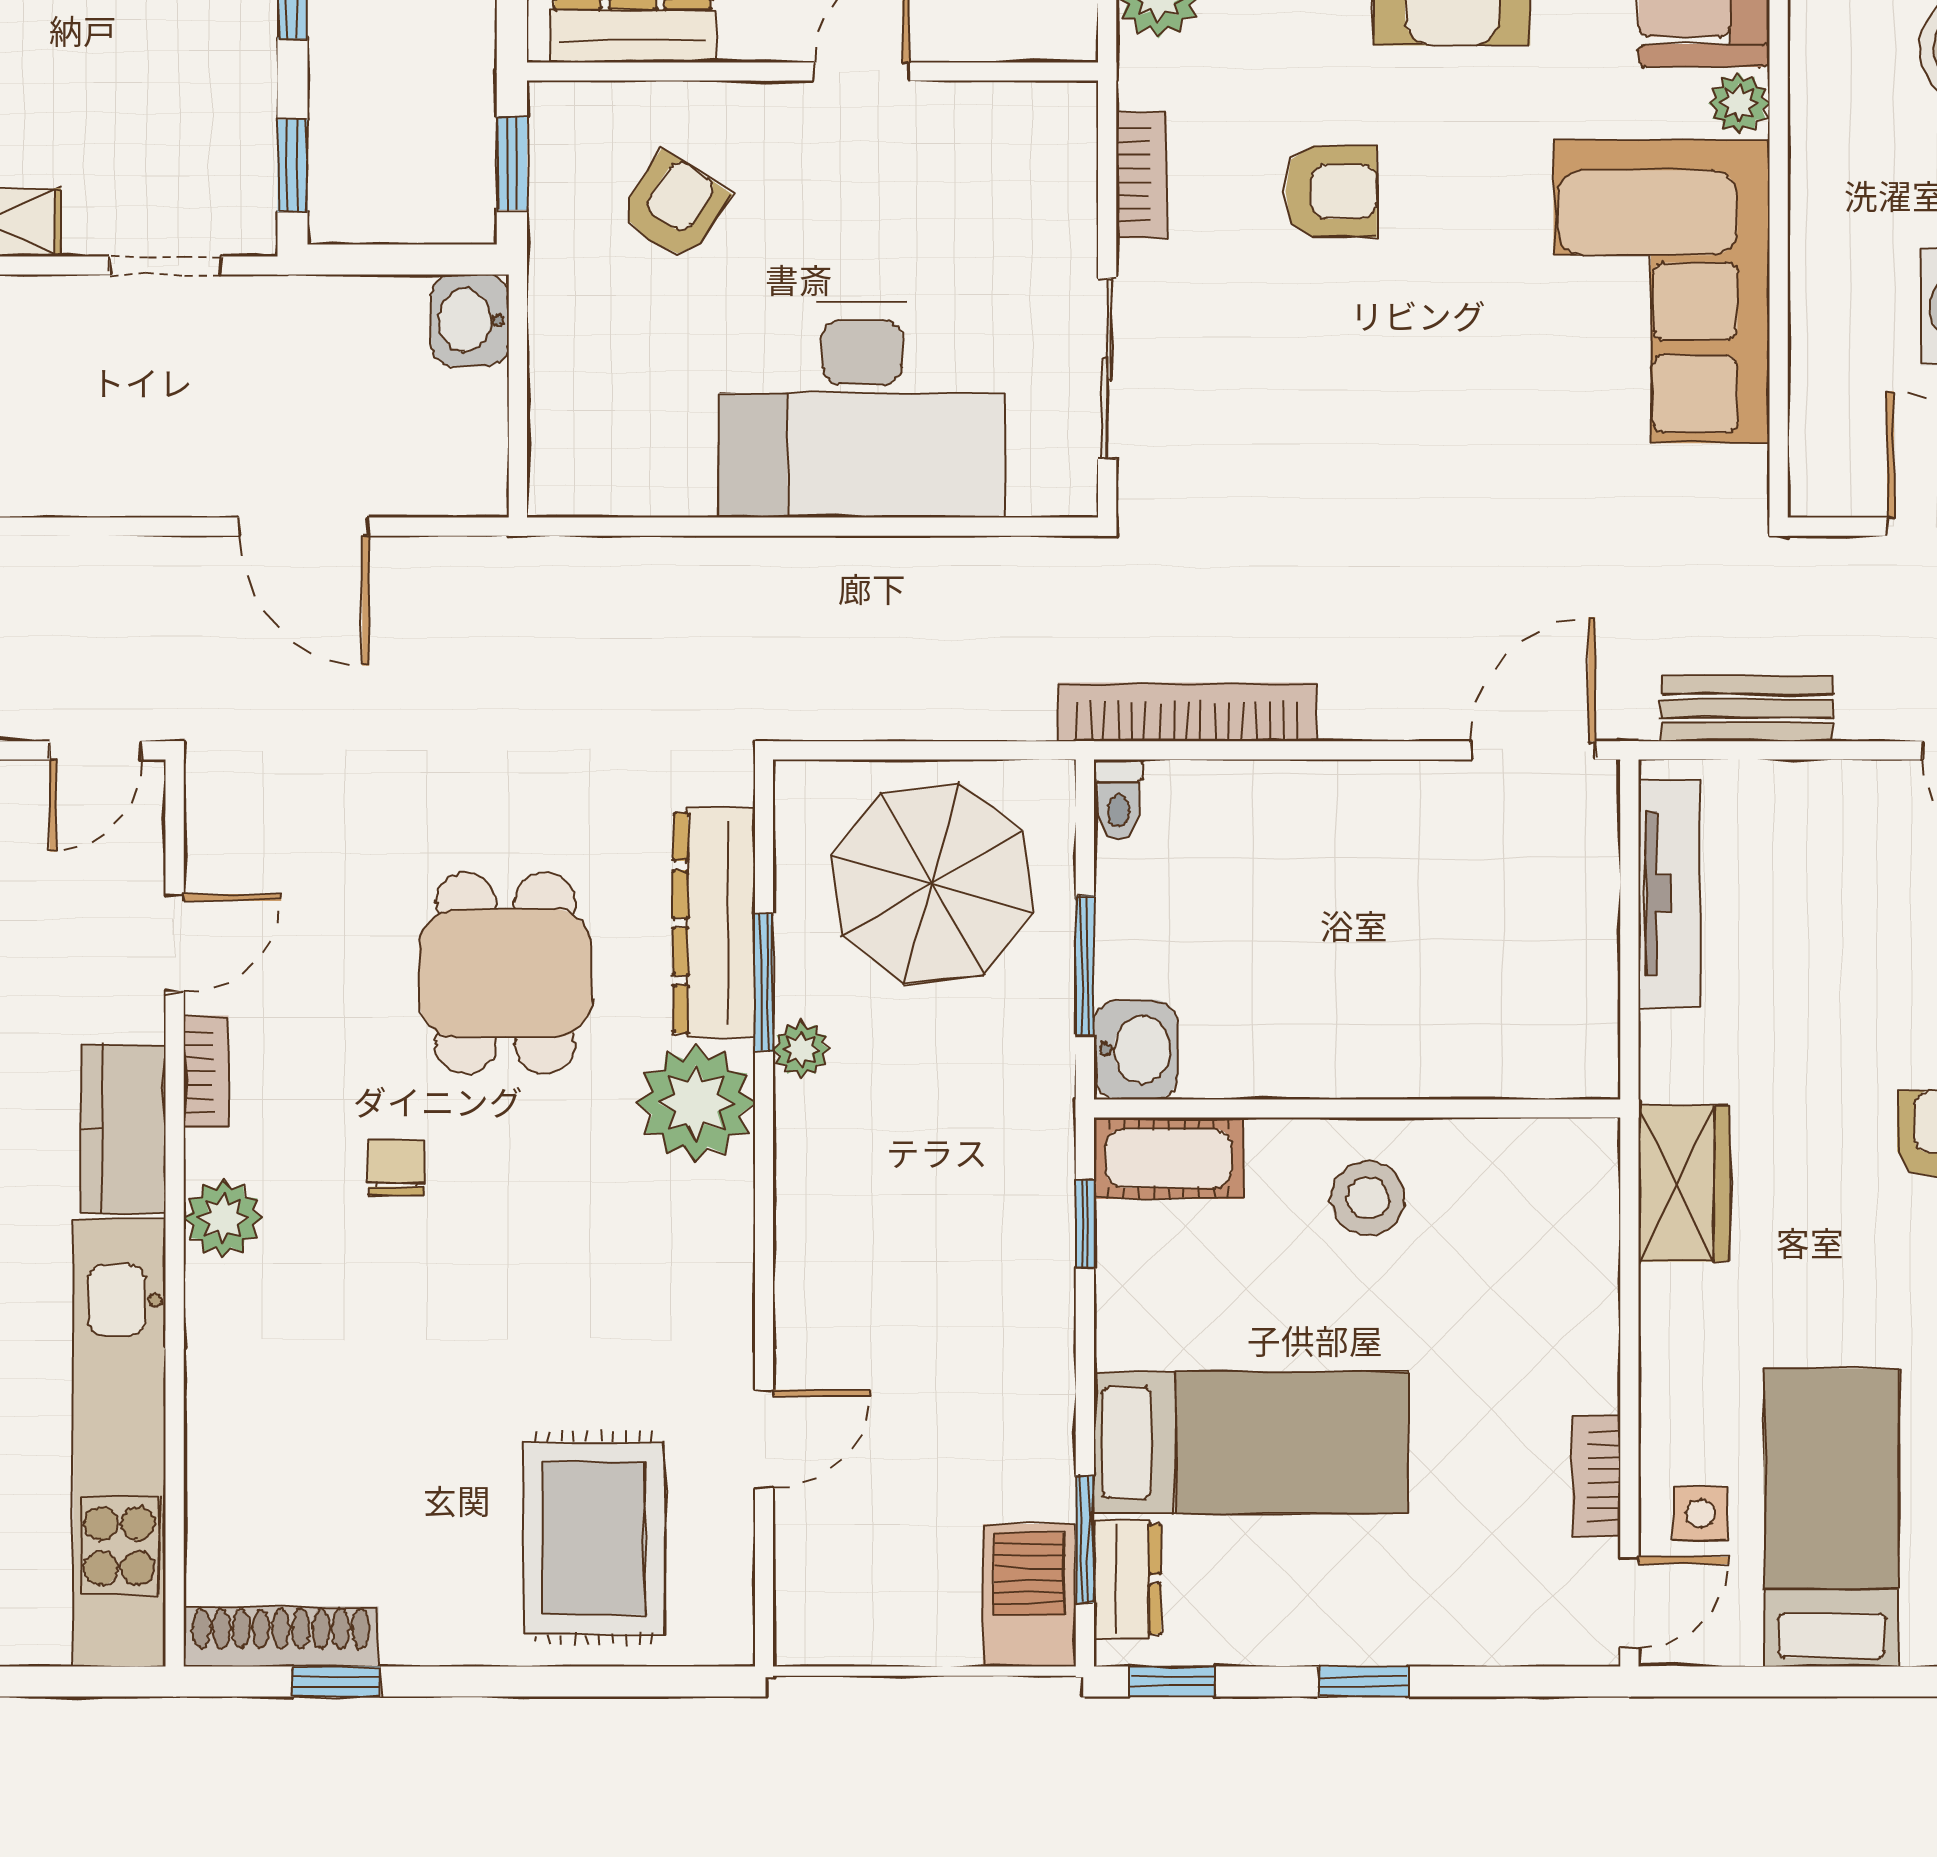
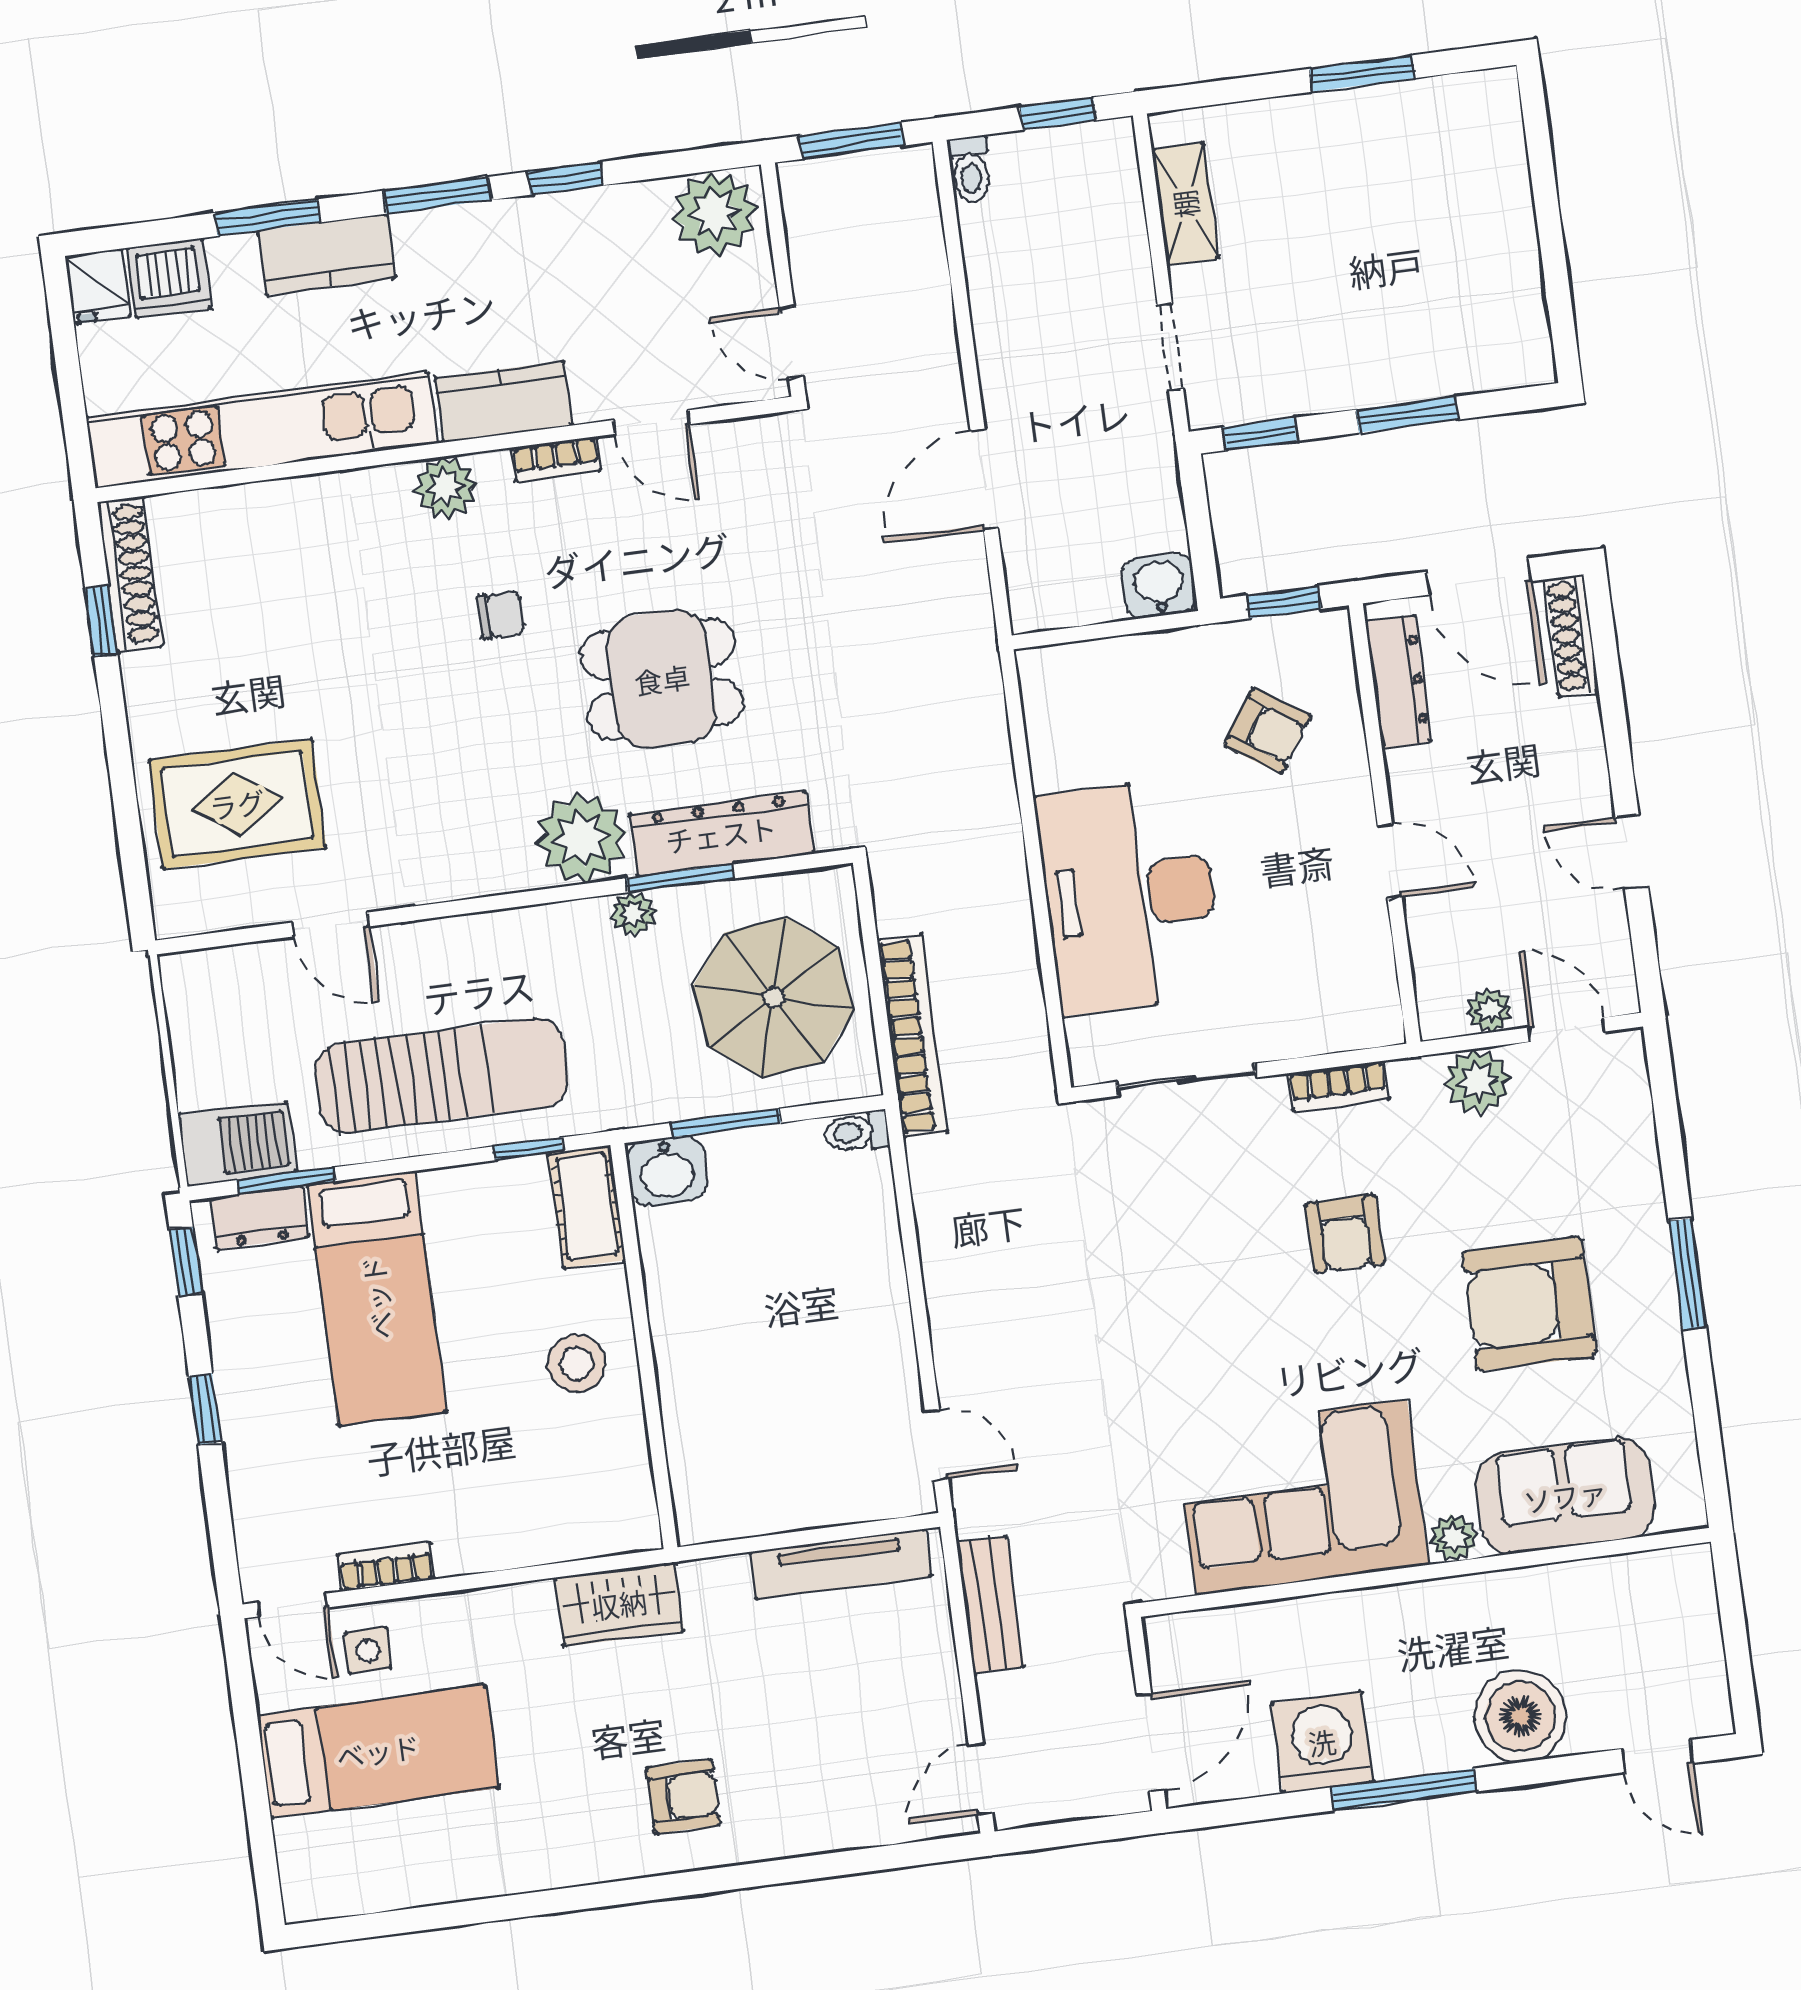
bookcase: (1187, 712) -> (913, 1036), moved
door: (1533, 750) -> (936, 1445), width x0.73
sun lounger: (976, 1322) -> (442, 1075), added

